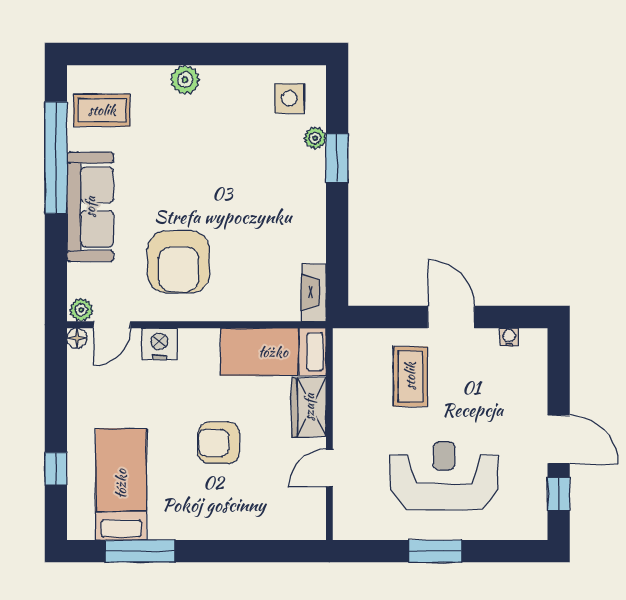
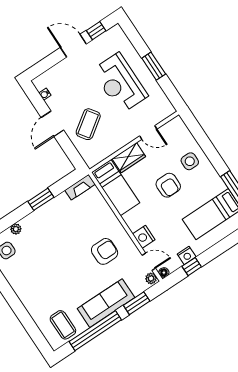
plant: (185, 80) -> (27, 299), removed
window: (337, 158) -> (41, 199), moved
window: (56, 258) -> (137, 303), added
armchair: (179, 262) -> (105, 251), width x0.73, depth x0.73
coffee table: (410, 376) -> (88, 124), turned -35
nightstand: (80, 395) -> (187, 255), added
door: (559, 439) -> (73, 46), hinge flipped
window: (56, 469) -> (192, 267), moved
side table: (235, 506) -> (190, 161), added

